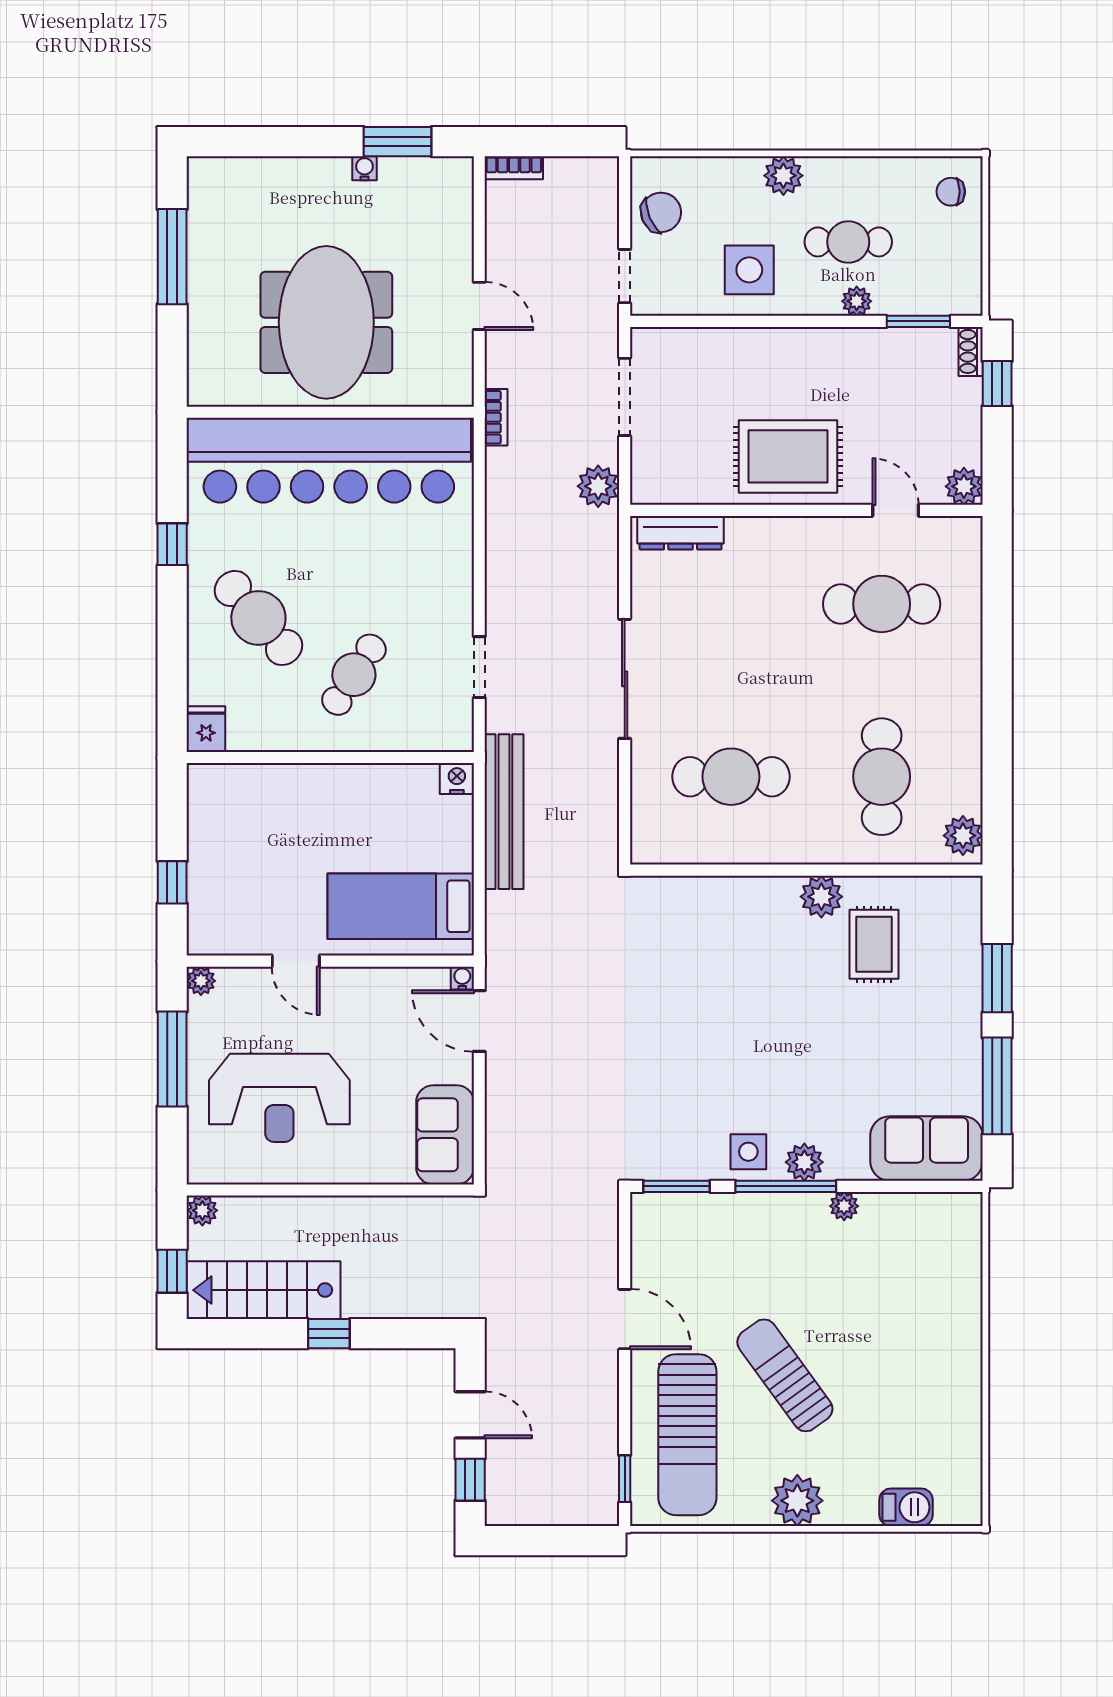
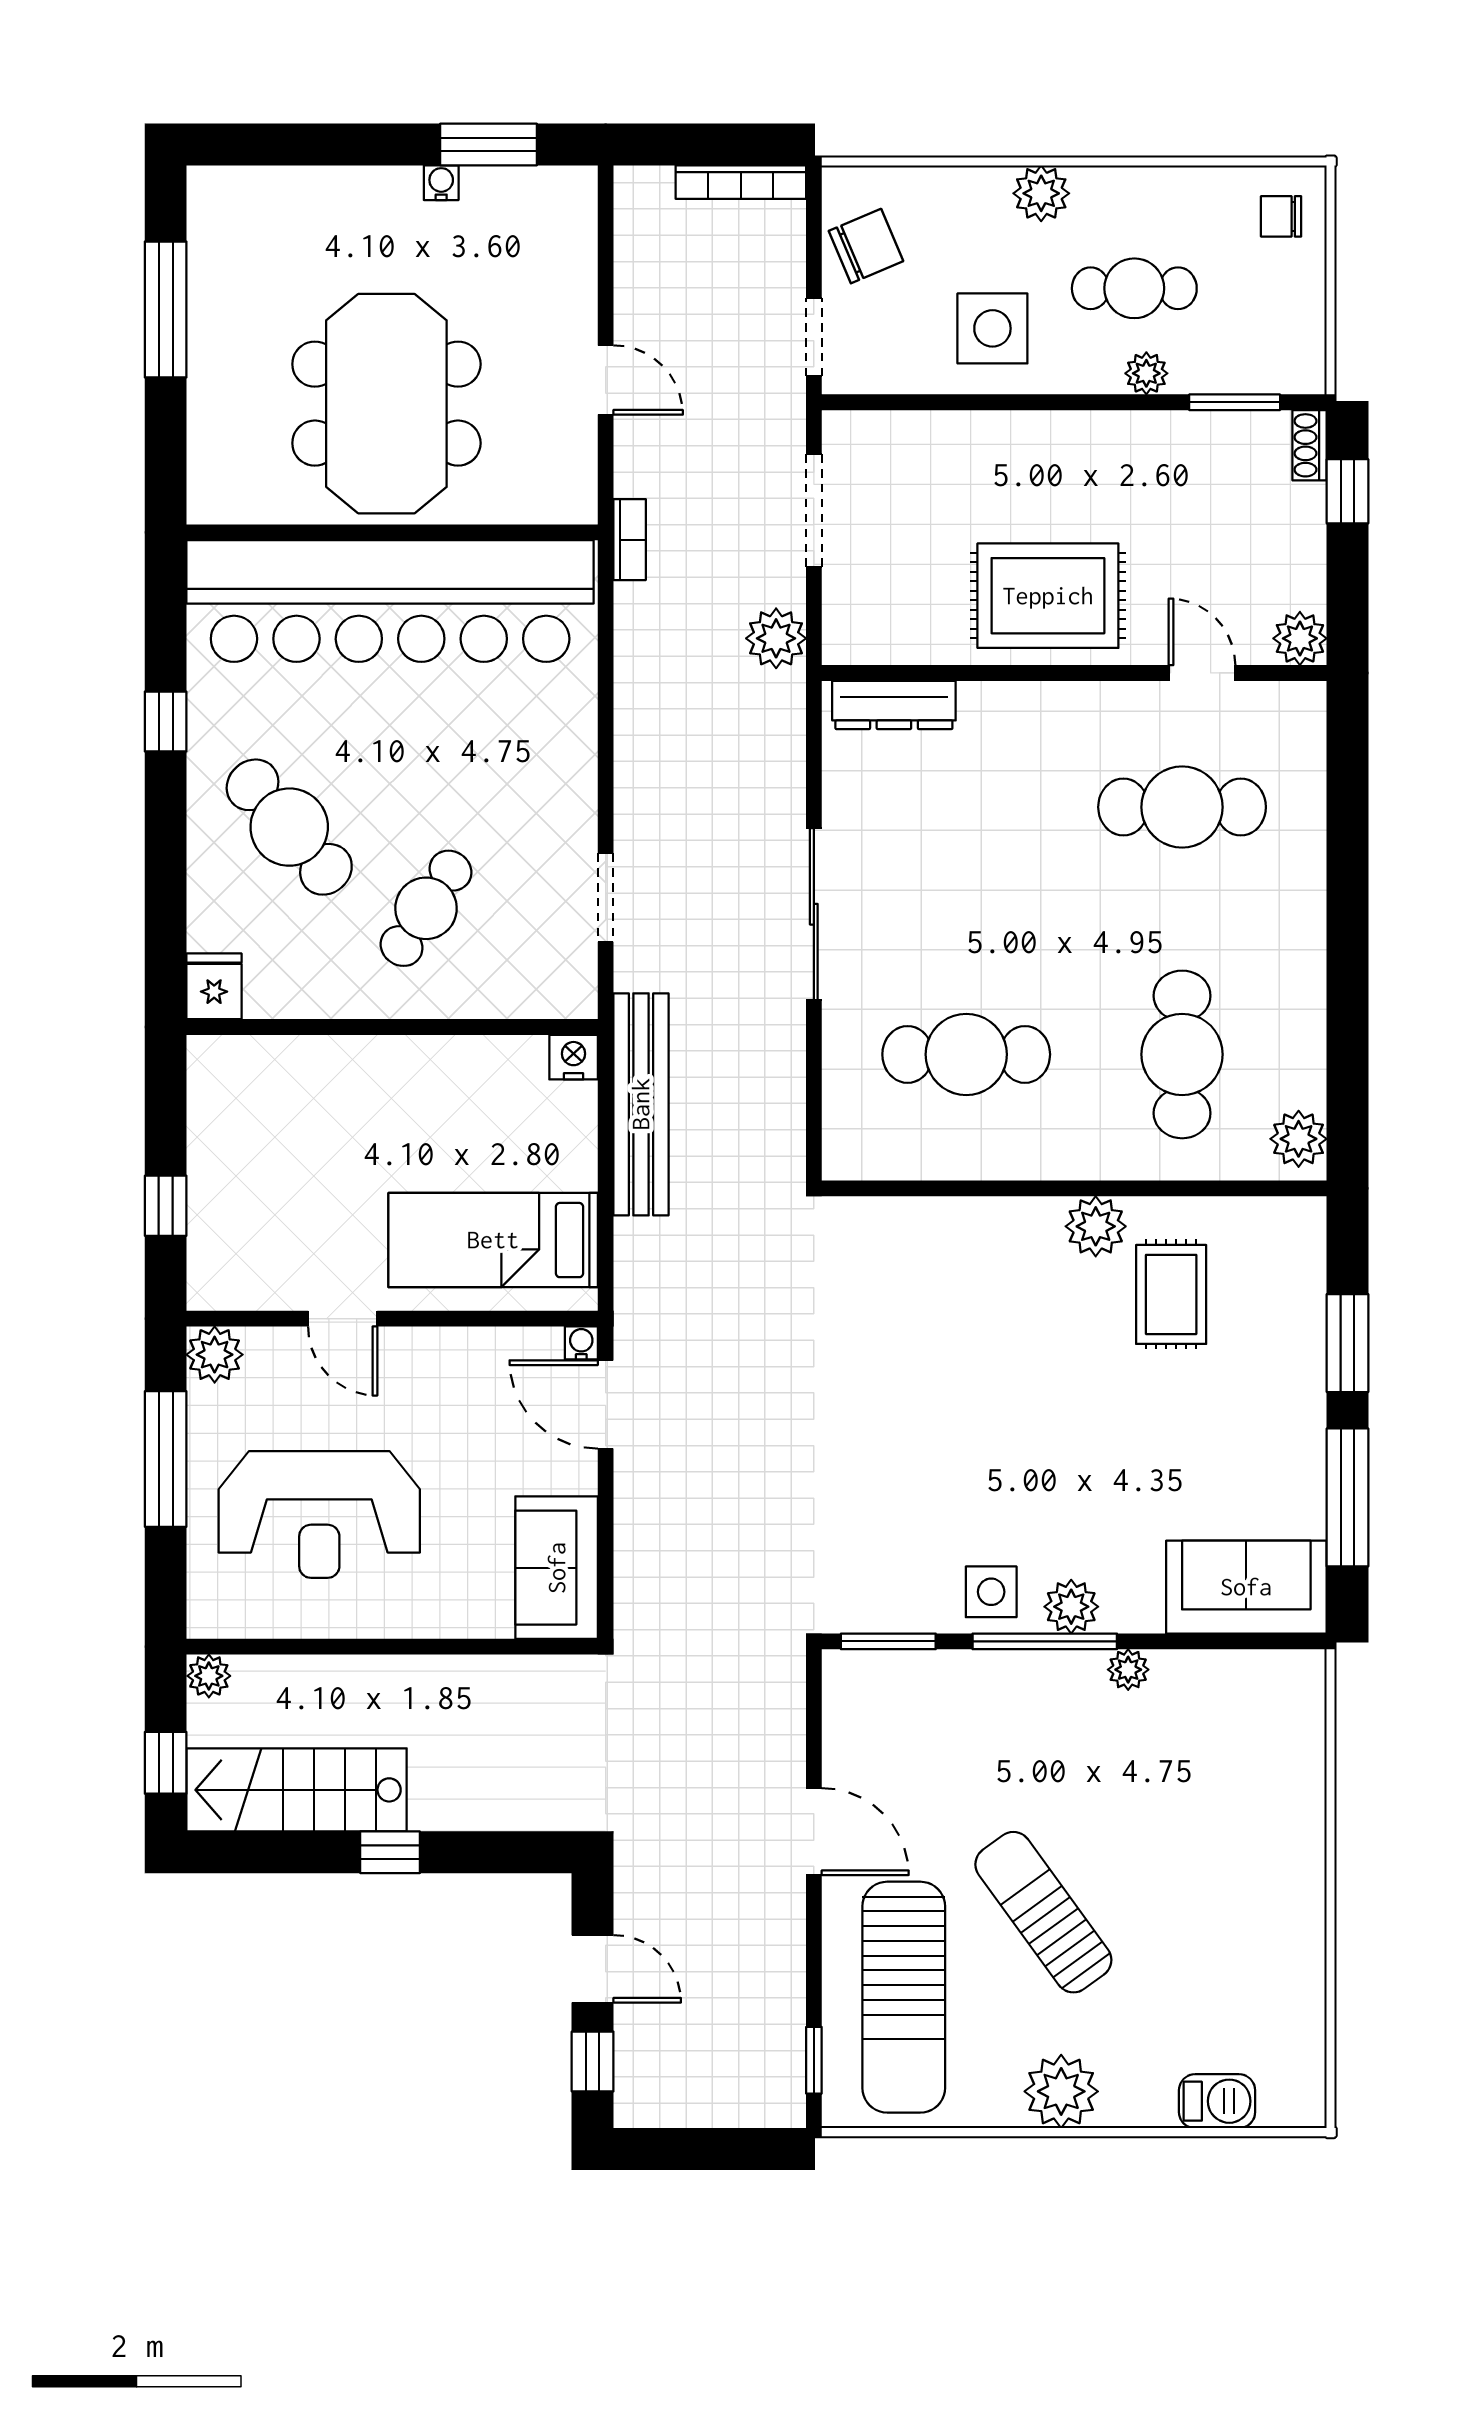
bookcase: (514, 168) -> (741, 182), moved, width x1.56
plant: (201, 981) -> (215, 1355), width x1.38, depth x1.38

